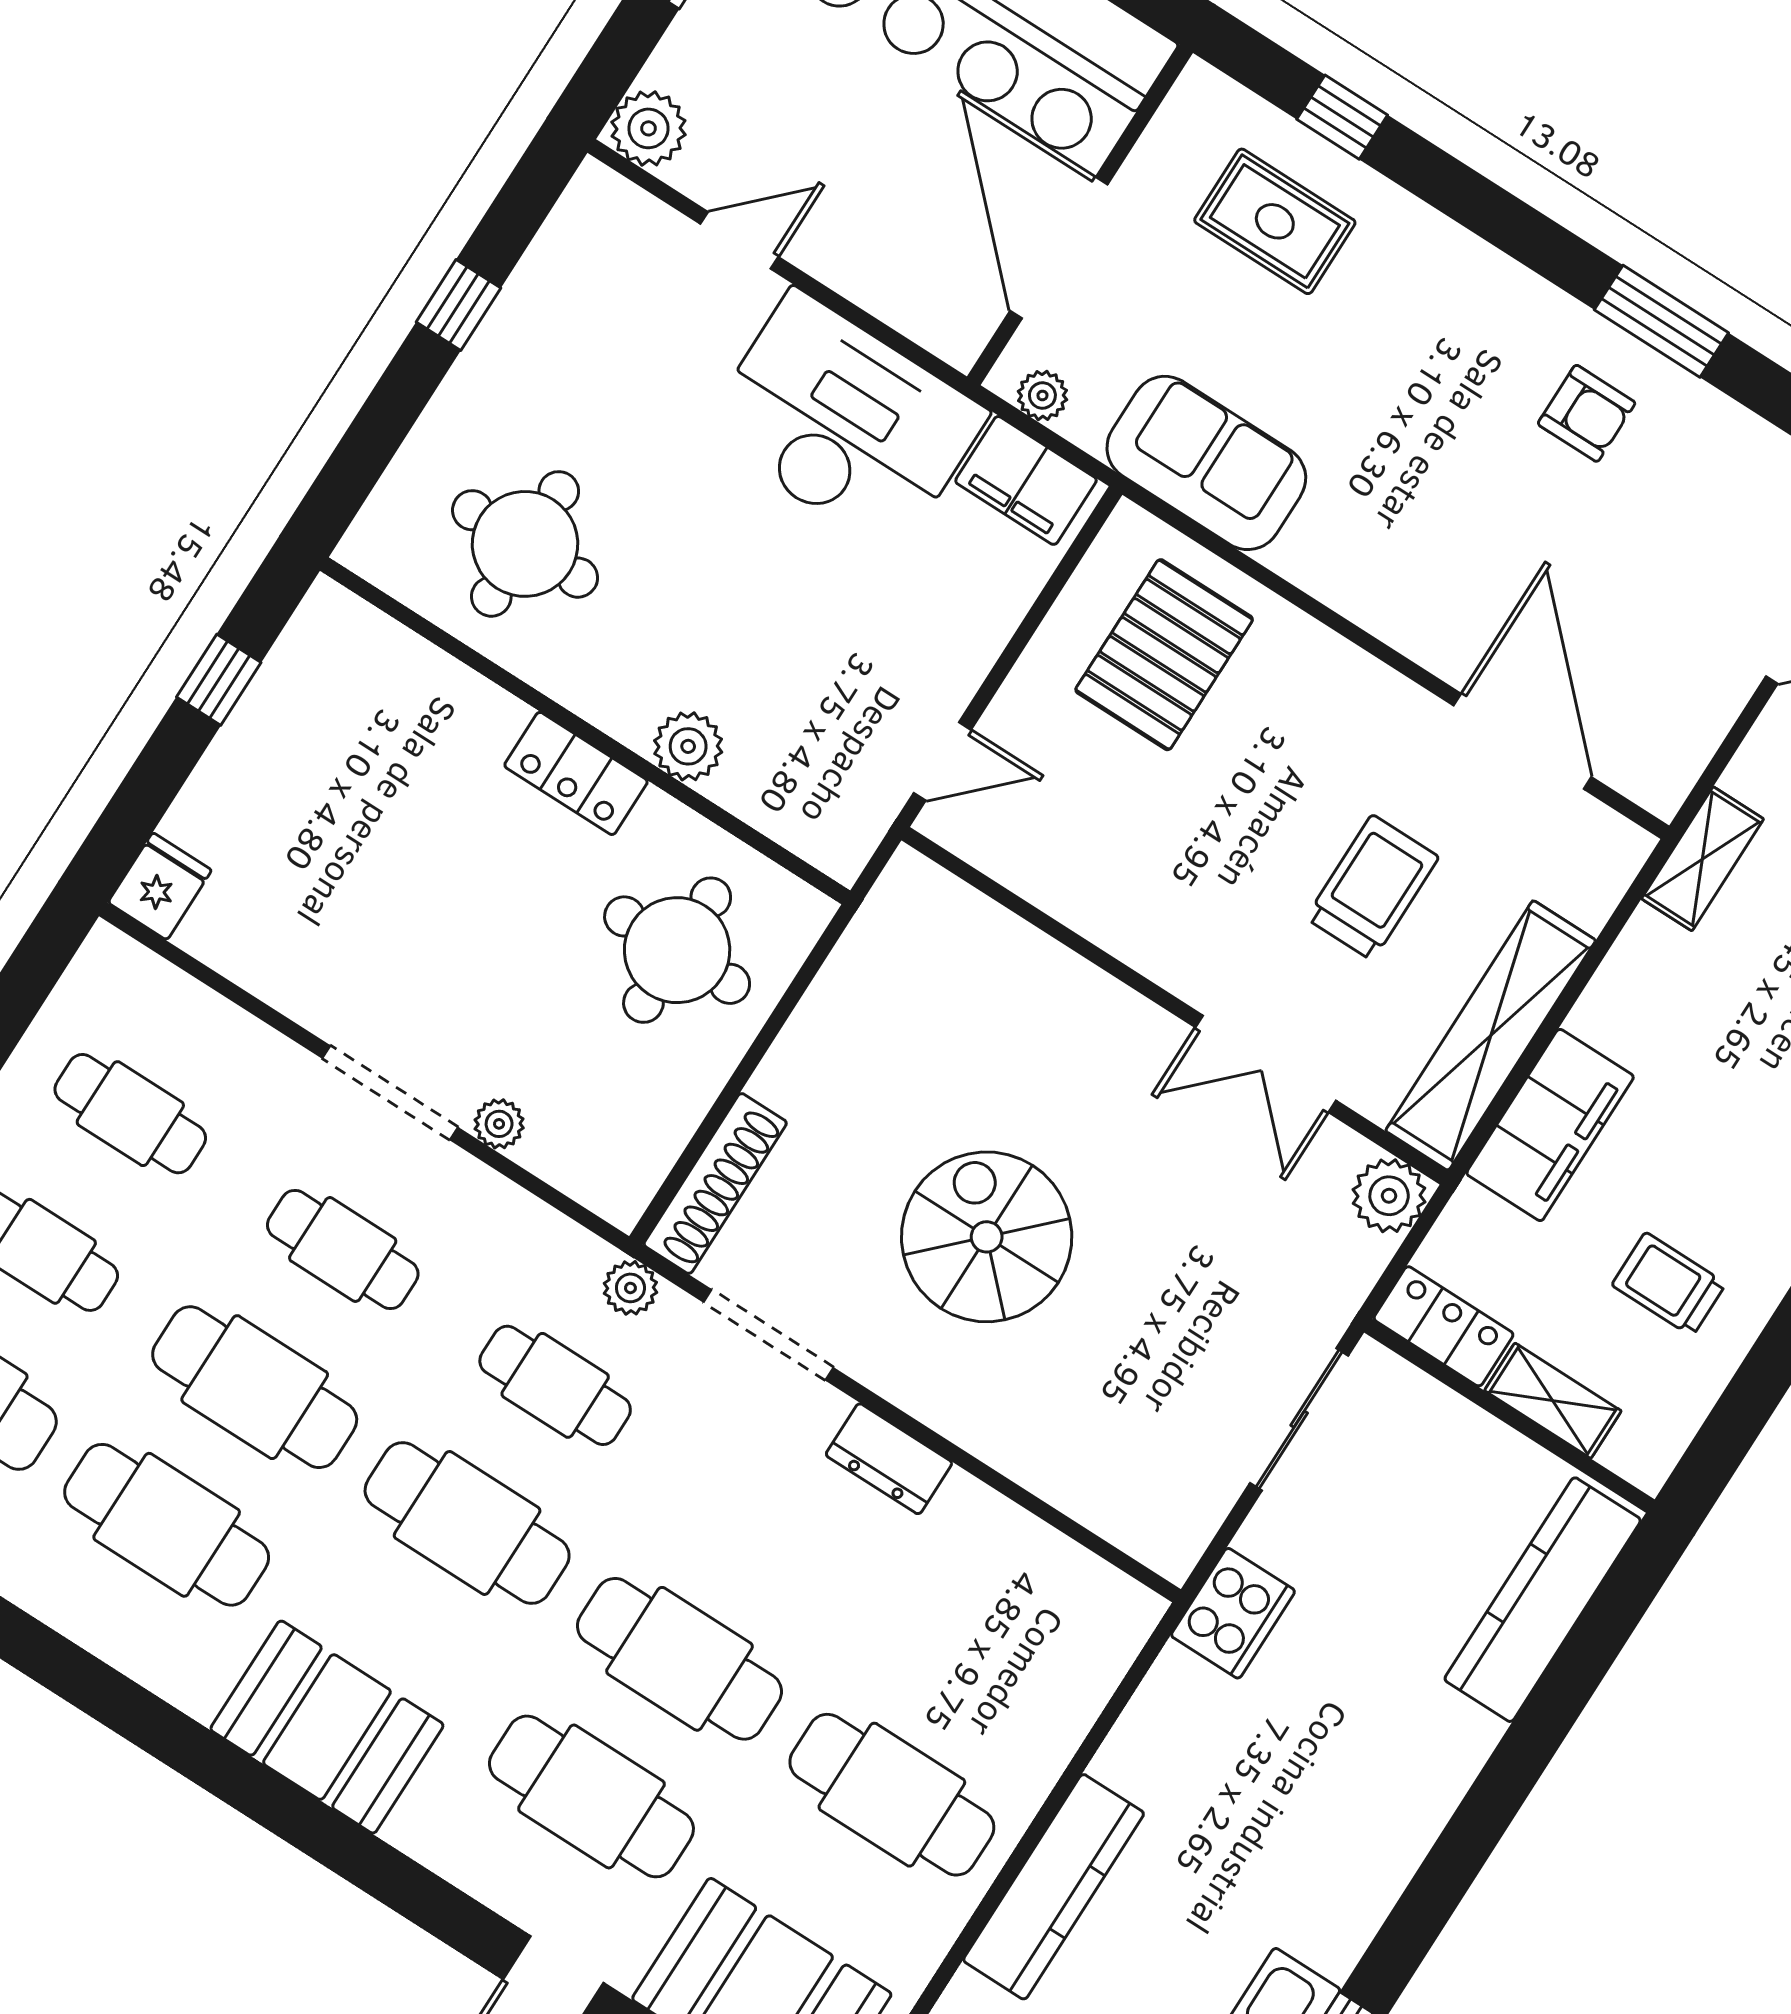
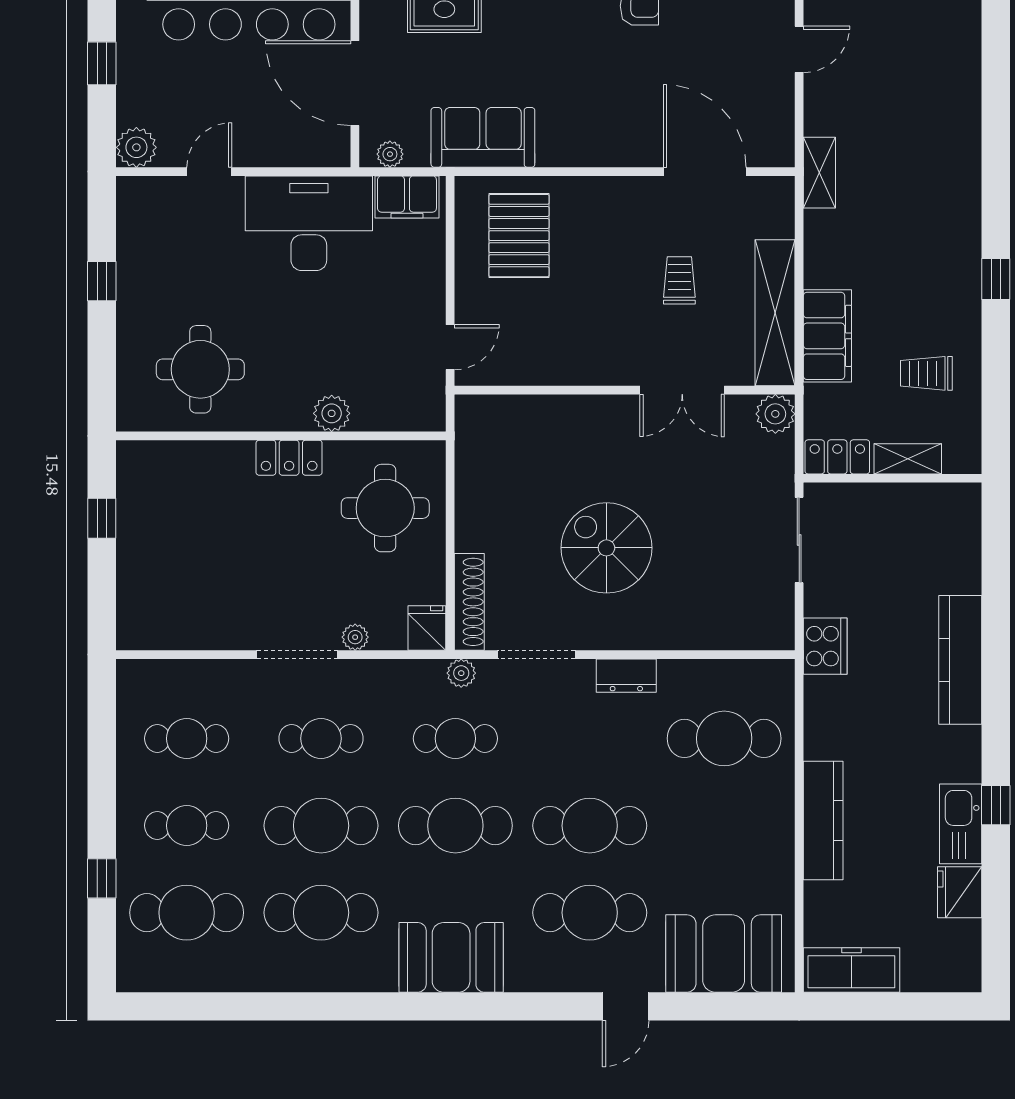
fridge: (160, 886) -> (427, 628), moved
trolley: (1372, 888) -> (679, 280), width x0.73, depth x0.72
kitchen counter: (1543, 1600) -> (960, 660), moved
cafe table: (892, 1795) -> (724, 738), moved

